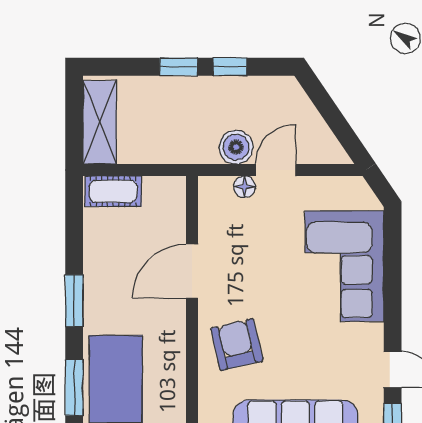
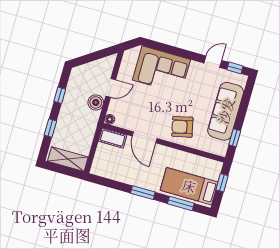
window: (179, 67) -> (50, 128), moved
door: (276, 170) -> (111, 88), swing flipped
floor lamp: (245, 187) -> (110, 119), moved
cot: (113, 191) -> (113, 138), moved, turned 90

